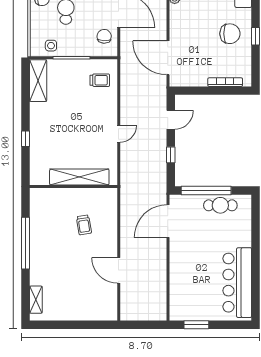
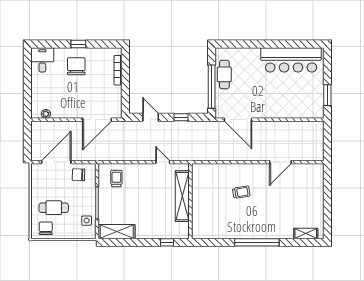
shelving: (79, 177) -> (182, 196), moved
wall: (74, 186) -> (190, 201), moved

